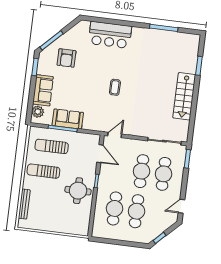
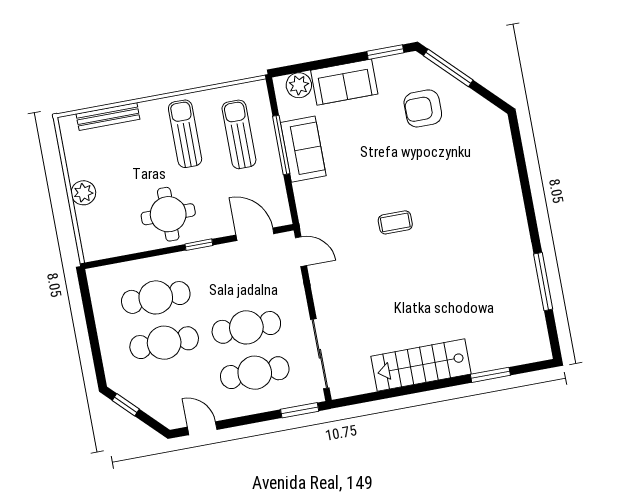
bar counter: (110, 35) -> (496, 180), removed
door: (100, 154) -> (255, 234), swing flipped
plant: (56, 227) -> (83, 193), added

